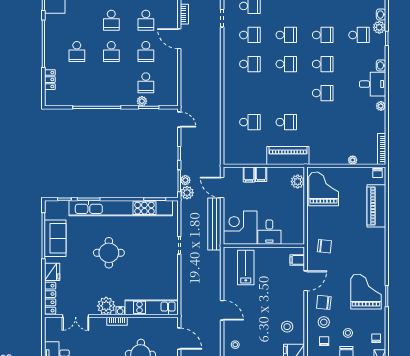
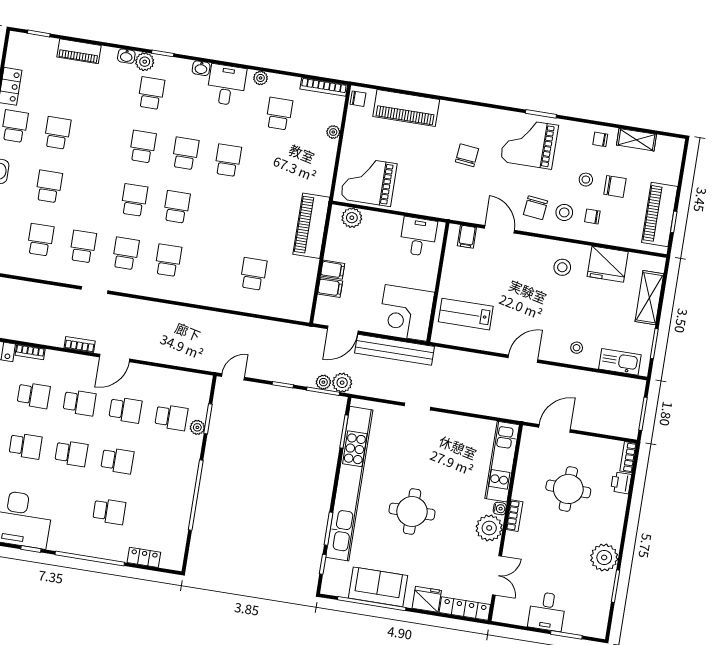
school desk: (286, 122) -> (279, 114), moved
desk: (269, 232) -> (418, 237), moved, turned -90
chair: (324, 246) -> (467, 155), moved

